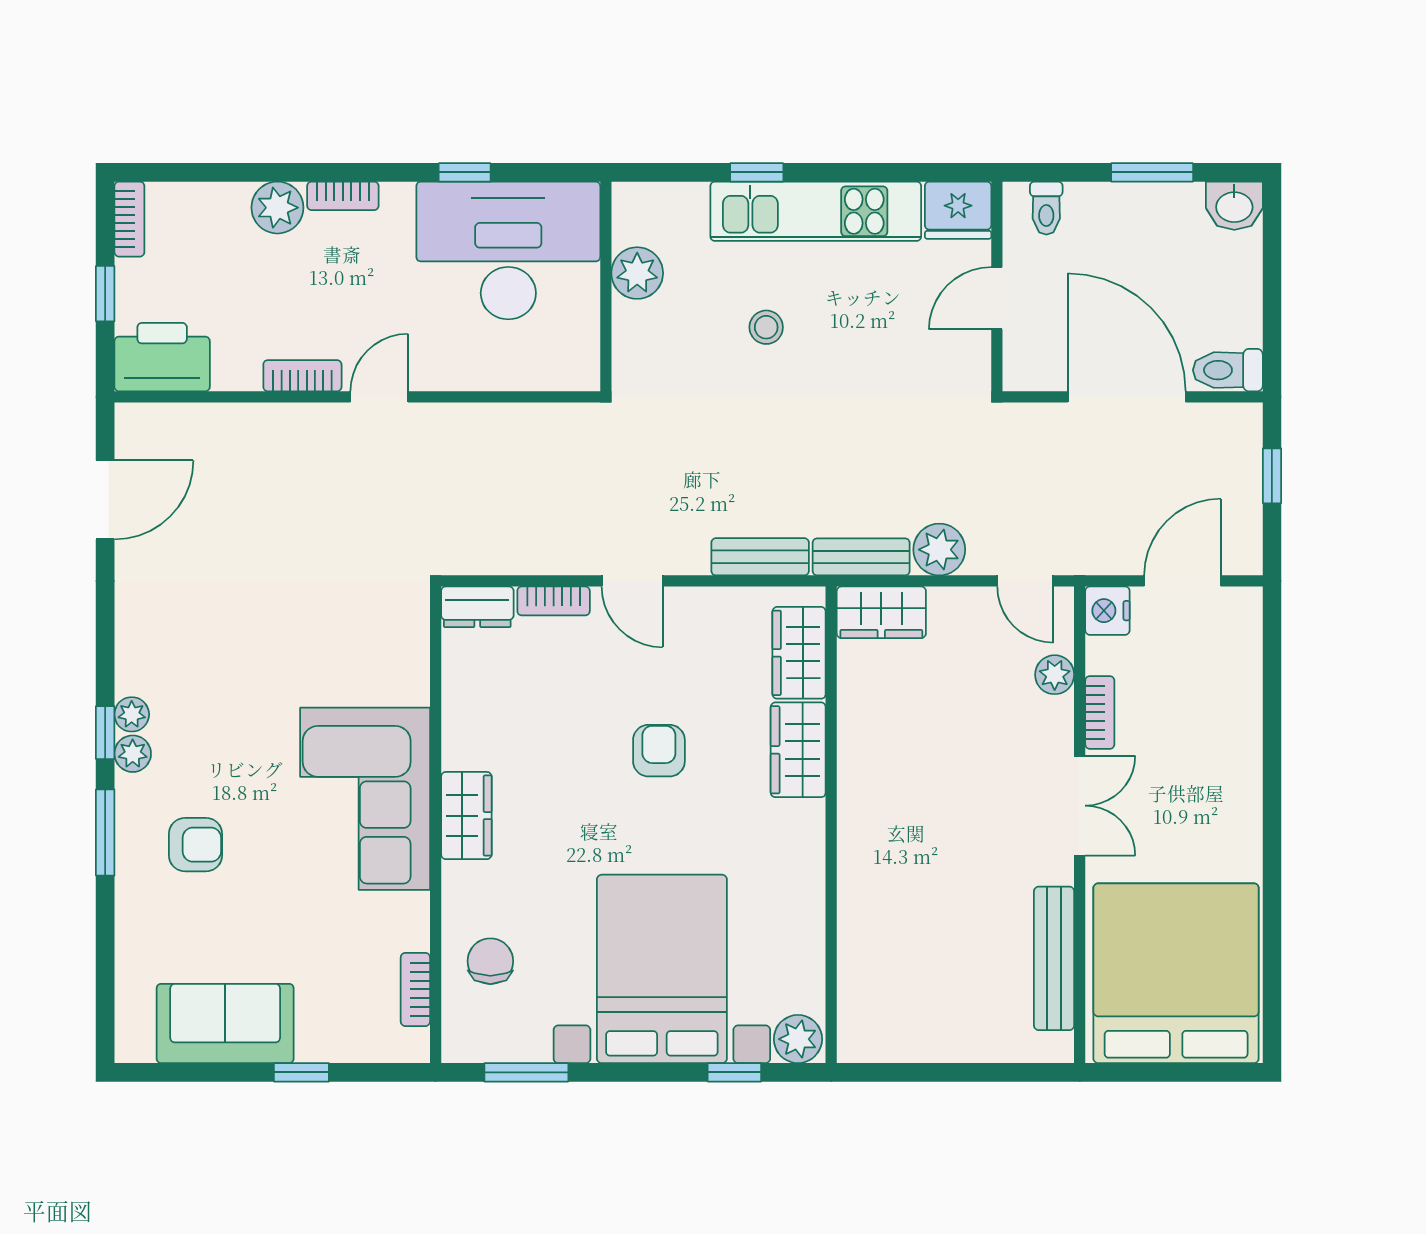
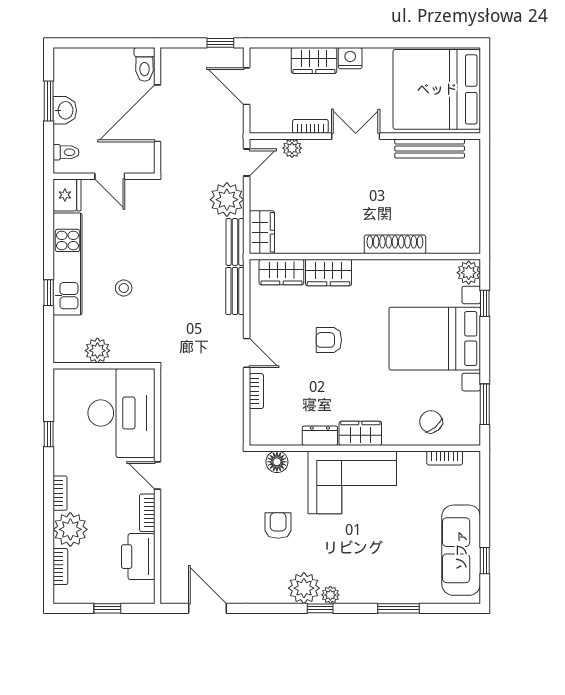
washbasin: (1234, 206) -> (65, 110), moved
plant: (277, 208) -> (70, 529), width x1.36, depth x1.36
bookcase: (129, 219) -> (60, 567), moved, turned 90
desk: (508, 250) -> (121, 413), moved, turned 180
printer: (162, 357) -> (138, 557), moved
window: (1272, 476) -> (220, 43), moved
plant: (939, 550) -> (227, 200), width x1.36, depth x1.36
door: (632, 581) -> (247, 353), hinge flipped
dresser: (477, 607) -> (320, 436), moved, turned -90
nightstand: (1107, 611) -> (350, 58), moved, turned 180
floor lamp: (408, 643) -> (277, 462), added
plant: (132, 714) -> (304, 588), width x1.88, depth x1.88
wardrobe: (1236, 720) -> (314, 60), added
window: (105, 832) -> (399, 608), moved
armchair: (195, 845) -> (278, 526), moved
shoe rack: (856, 887) -> (395, 244), added
chair: (490, 961) -> (431, 422), turned 50
sofa: (225, 1023) -> (461, 550), width x1.36
window: (301, 1072) -> (485, 561), moved

